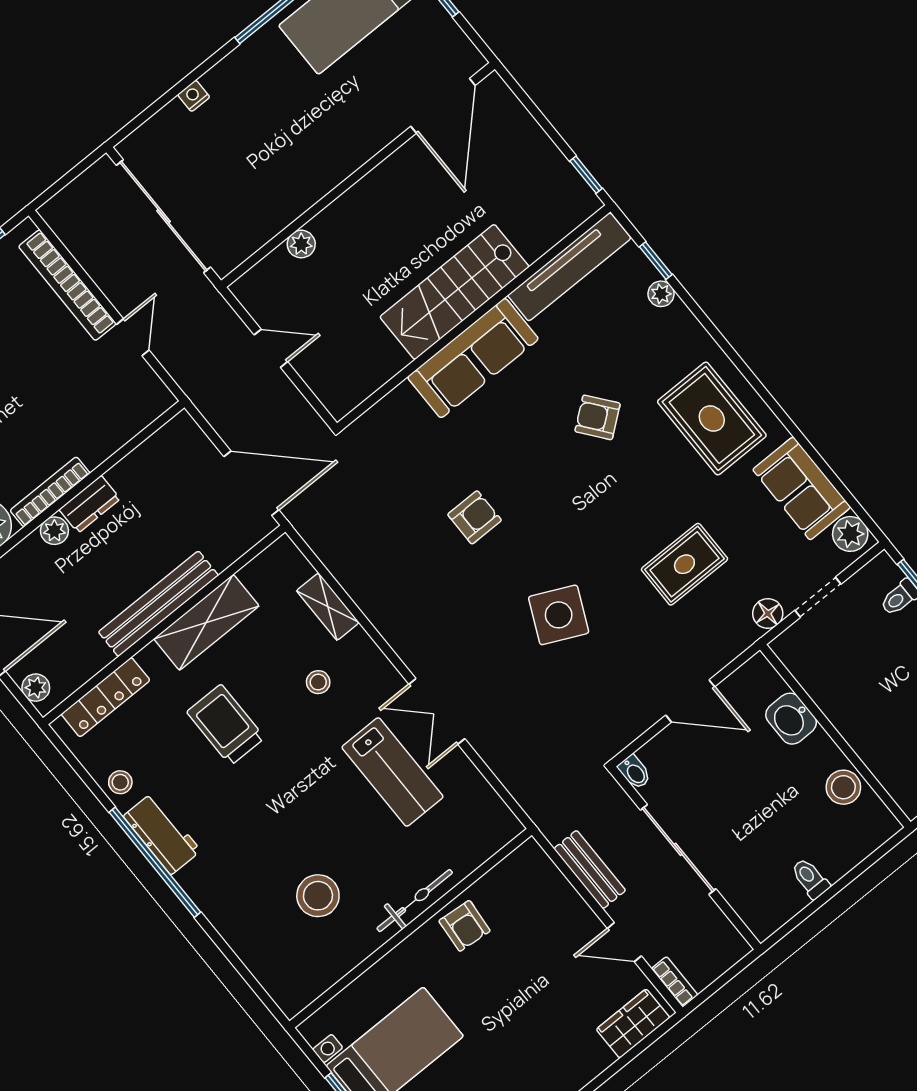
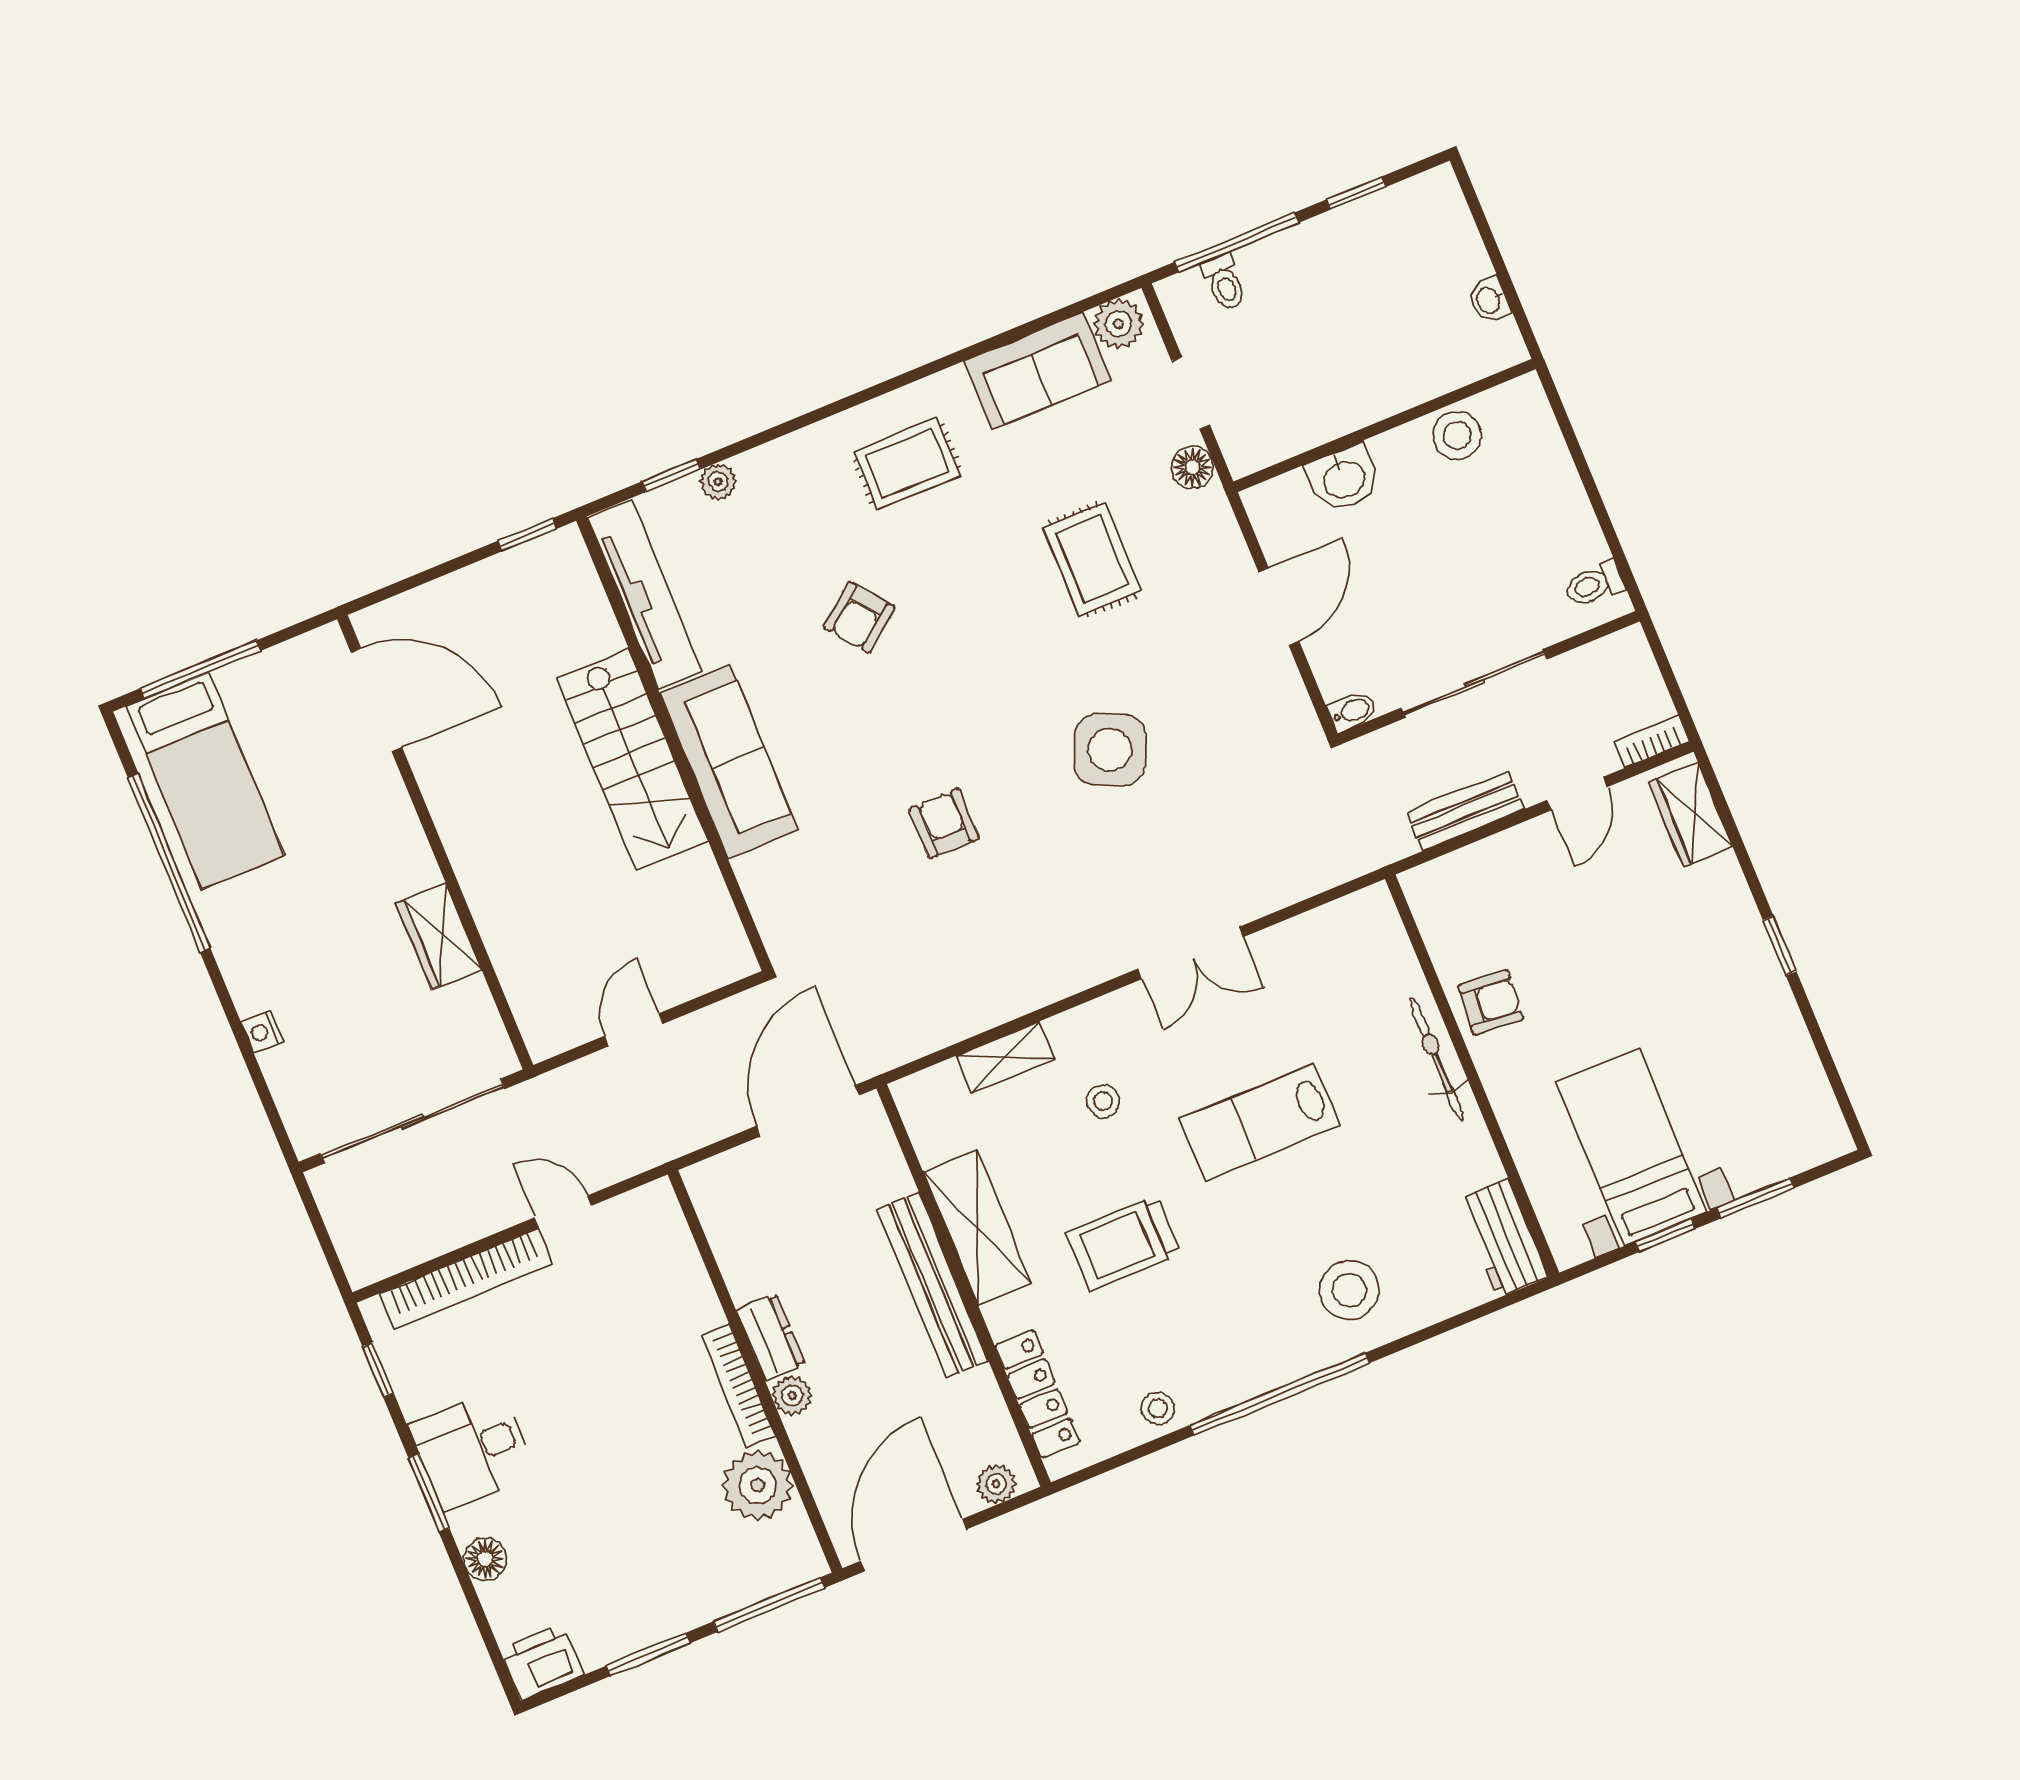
wardrobe: (295, 196) -> (439, 936), added
plant: (301, 244) -> (505, 947), removed
rug: (712, 419) -> (907, 464), width x0.73, depth x0.70
lab bench: (393, 772) -> (1259, 1122), moved, turned 180
workbench: (162, 833) -> (1503, 1238), moved, turned -90
toilet: (810, 878) -> (1594, 584), moved
stool: (318, 896) -> (1349, 1290), moved

